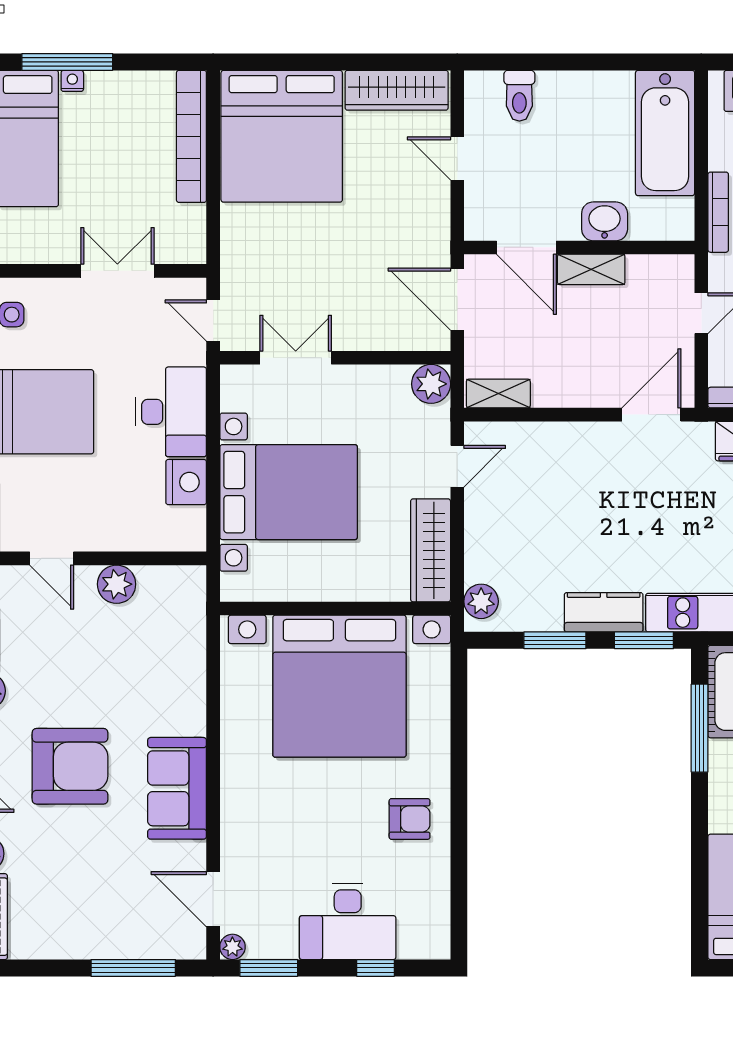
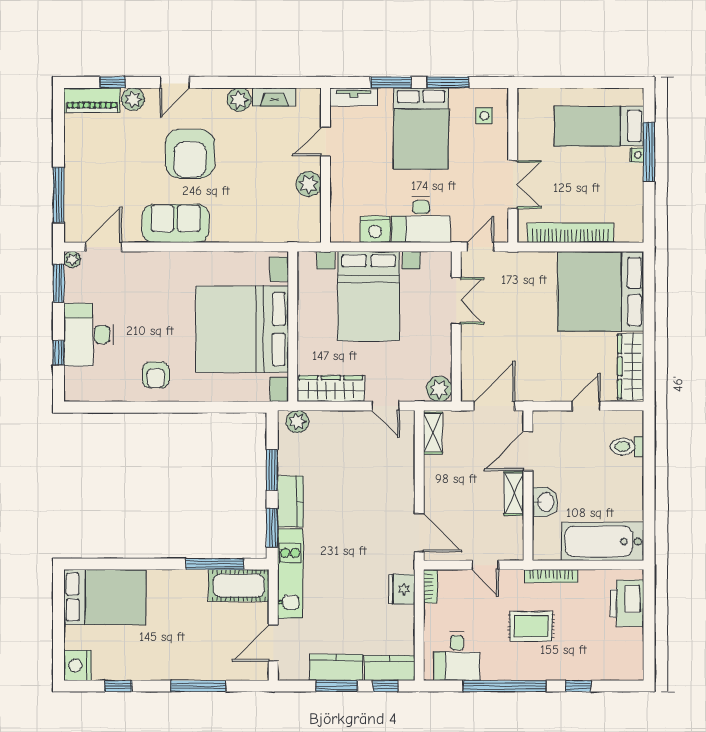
bookcase: (191, 136) -> (570, 233), moved

